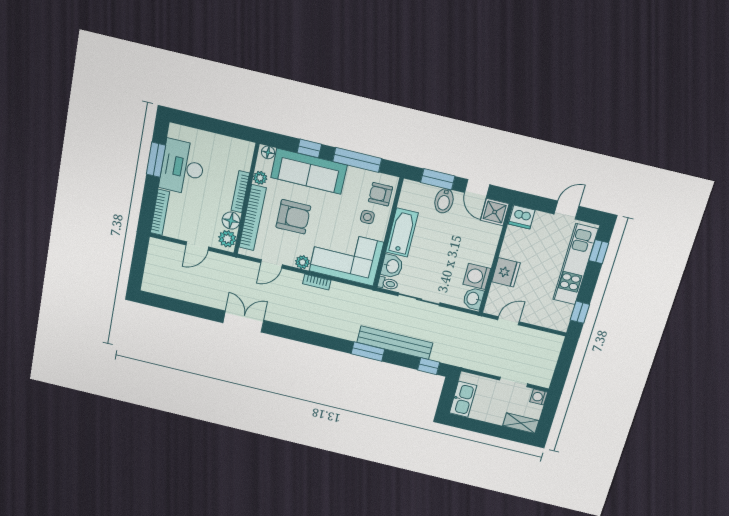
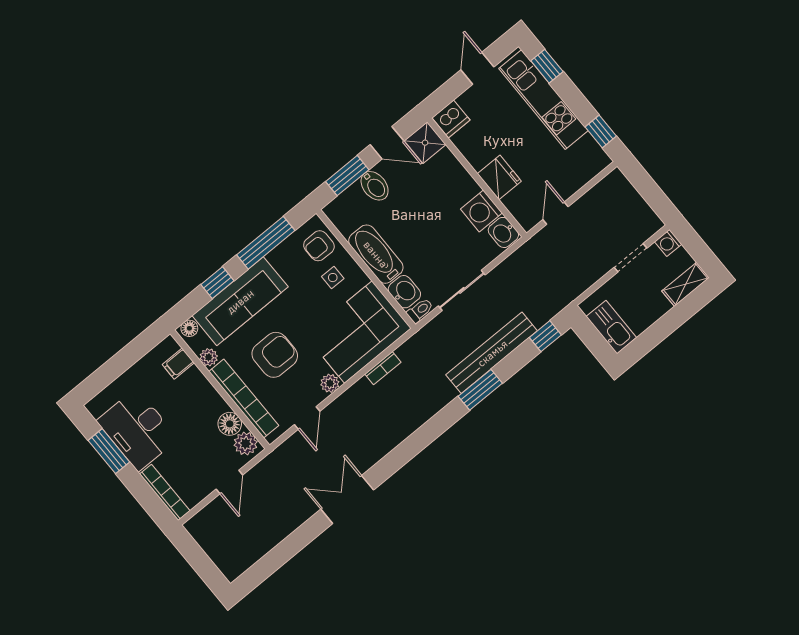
filing cabinet: (241, 162) -> (178, 364), added
bookcase: (240, 192) -> (208, 390), removed
bookcase: (317, 282) -> (383, 368), moved

